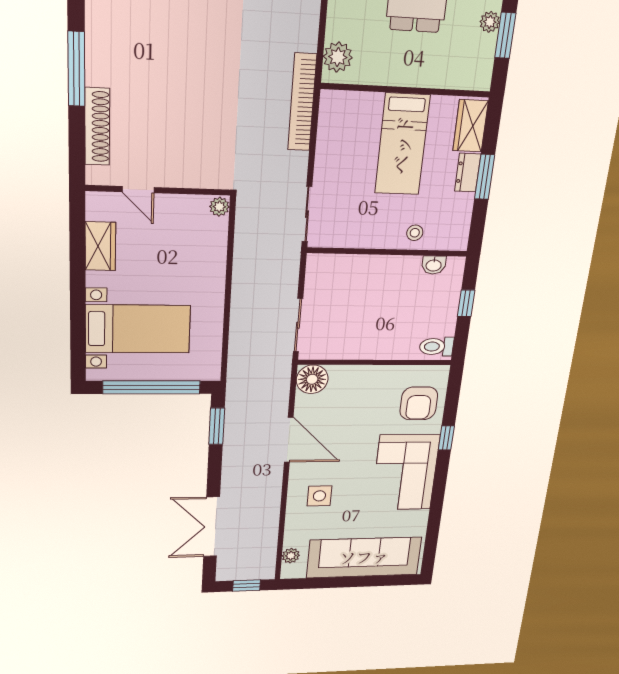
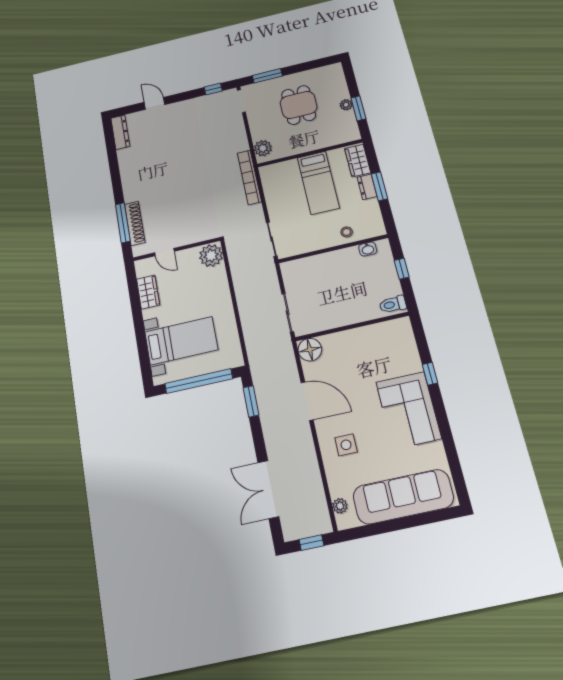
window: (76, 69) -> (123, 223), moved
plant: (219, 207) -> (211, 256), width x1.88, depth x1.88
armchair: (419, 403) -> (397, 350), removed

